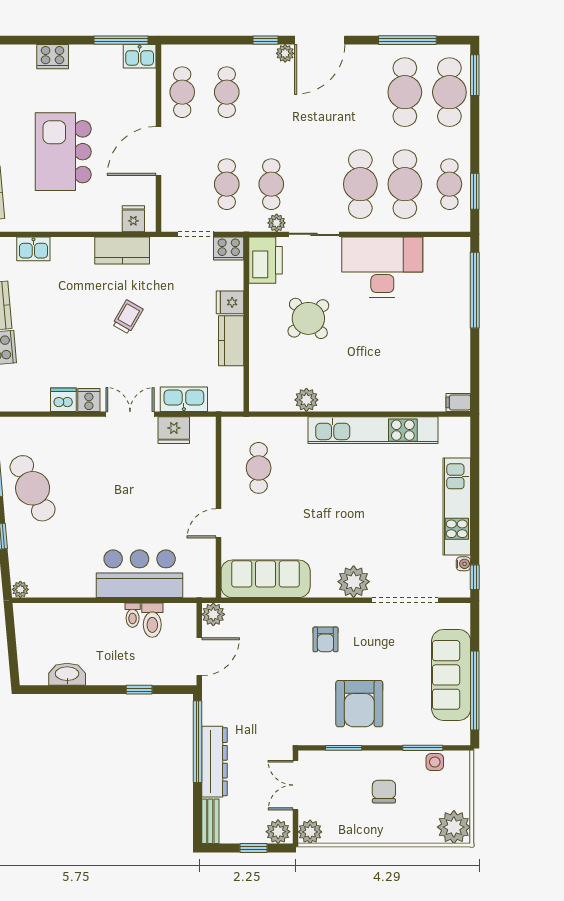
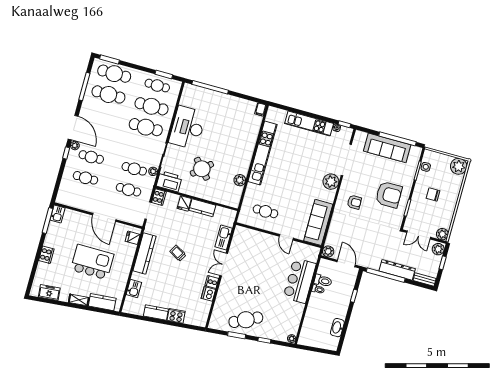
cafe table: (182, 92) -> (91, 157), moved
kitchen island: (63, 152) -> (92, 262), turned 180
kitchen counter: (122, 251) -> (144, 254), width x1.50
fridge: (174, 430) -> (237, 246), removed

